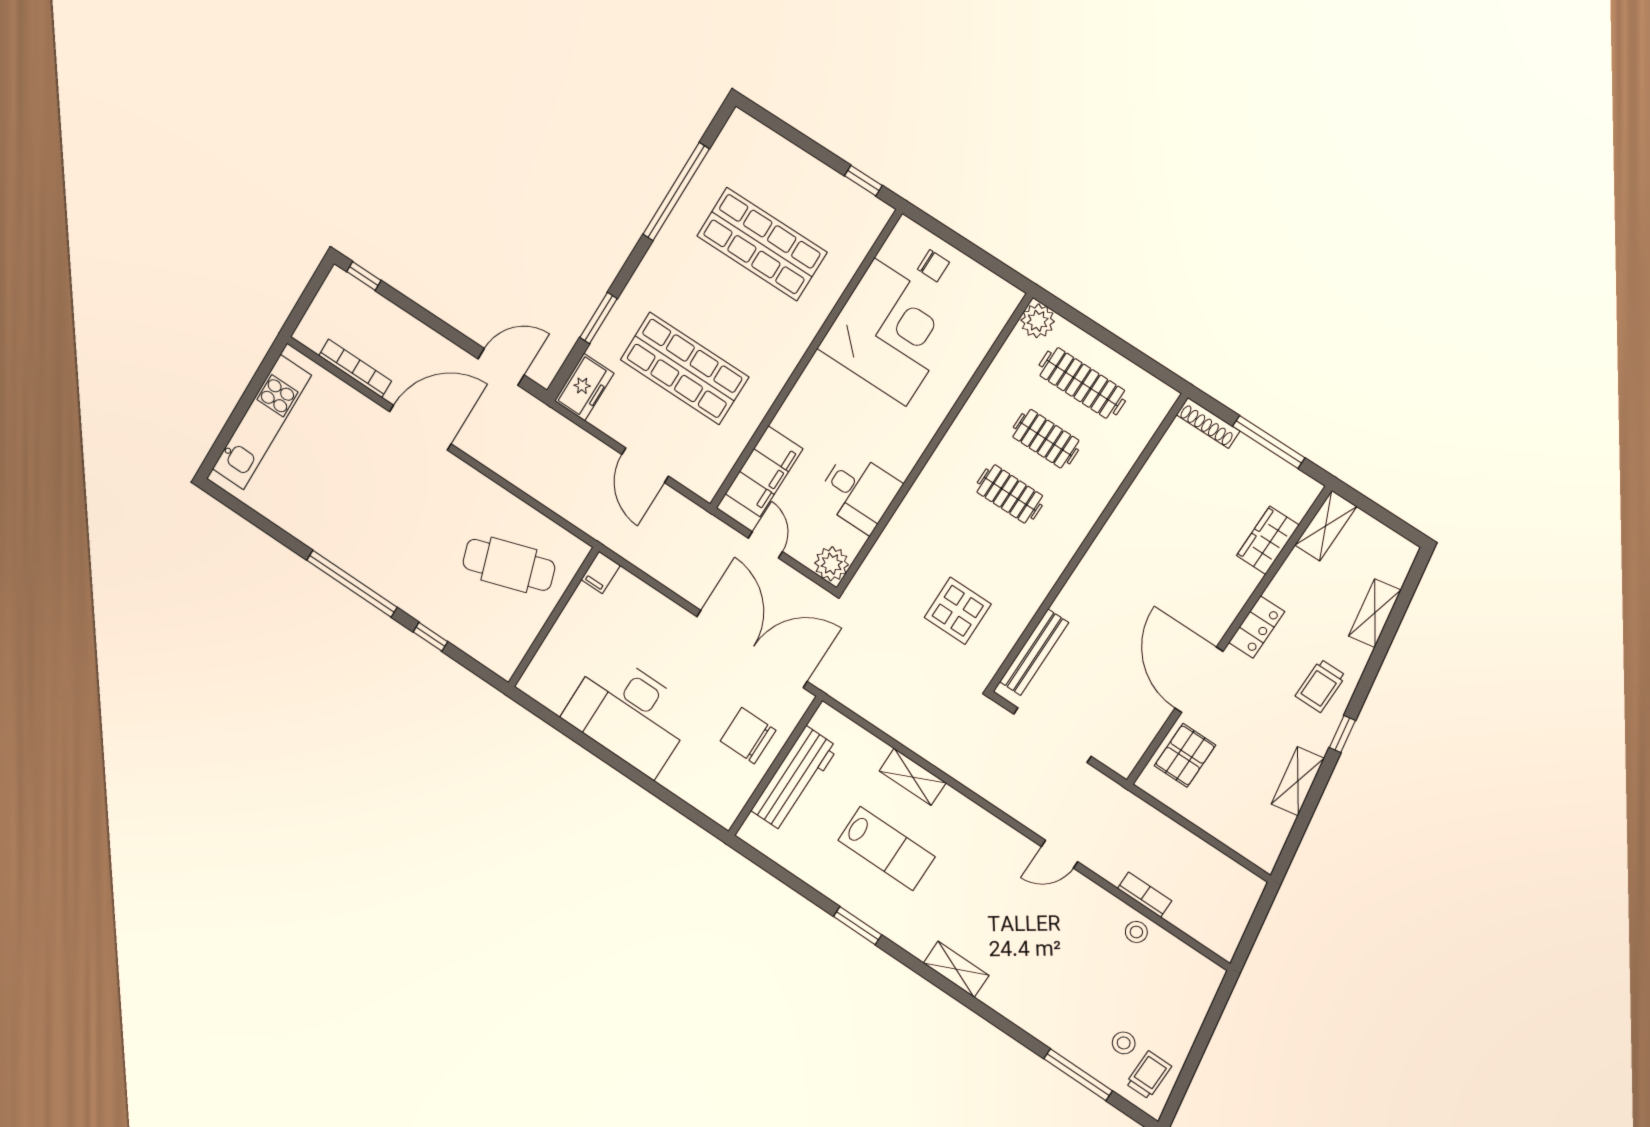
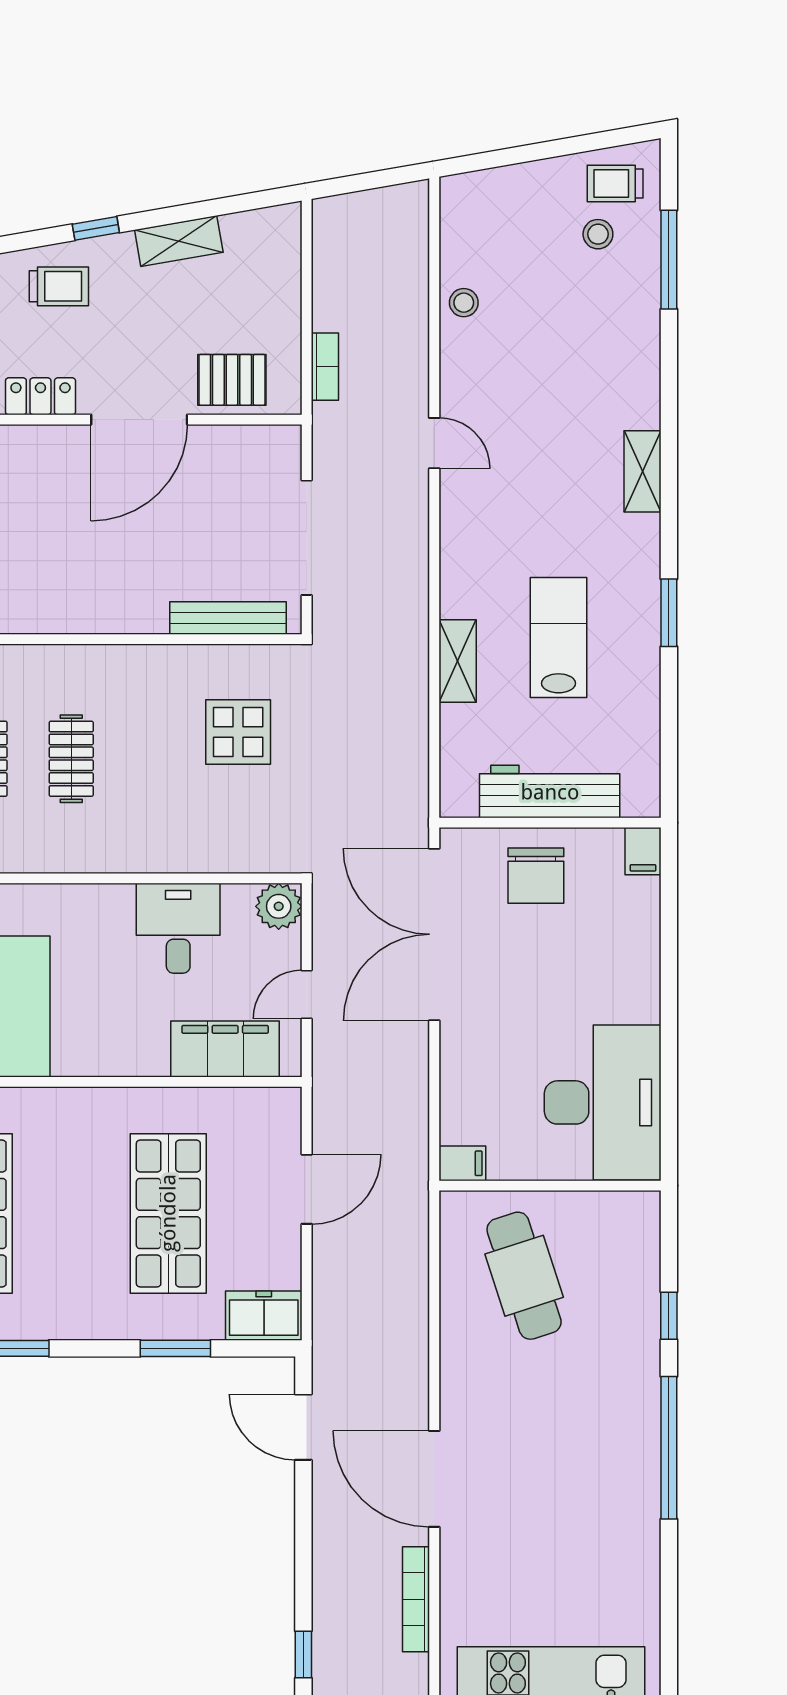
desk: (629, 714) -> (603, 1102), moved
filing cabinet: (721, 811) -> (643, 851), added
bookcase: (1145, 895) -> (325, 367), moved, turned 180

